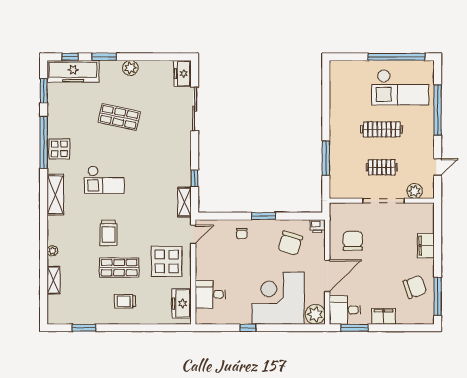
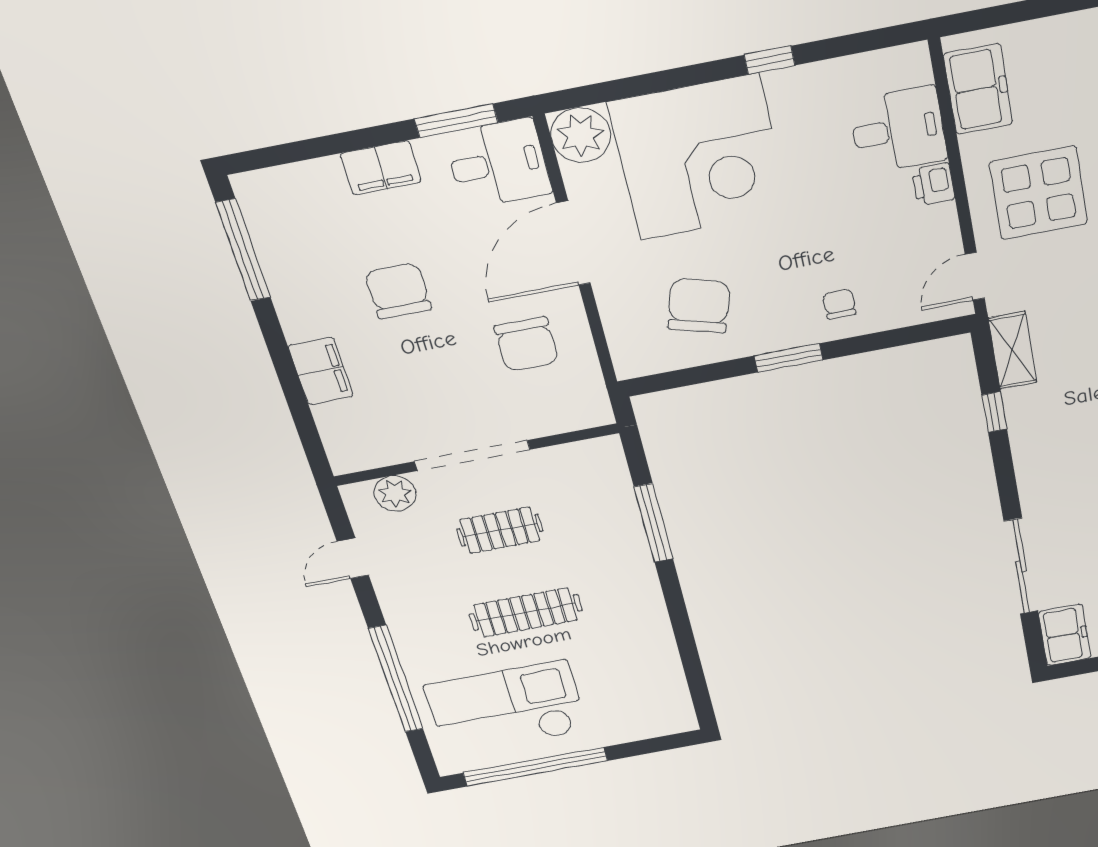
printer: (317, 226) -> (933, 184), moved, turned -90
chair: (415, 287) -> (398, 291), moved, turned 109

